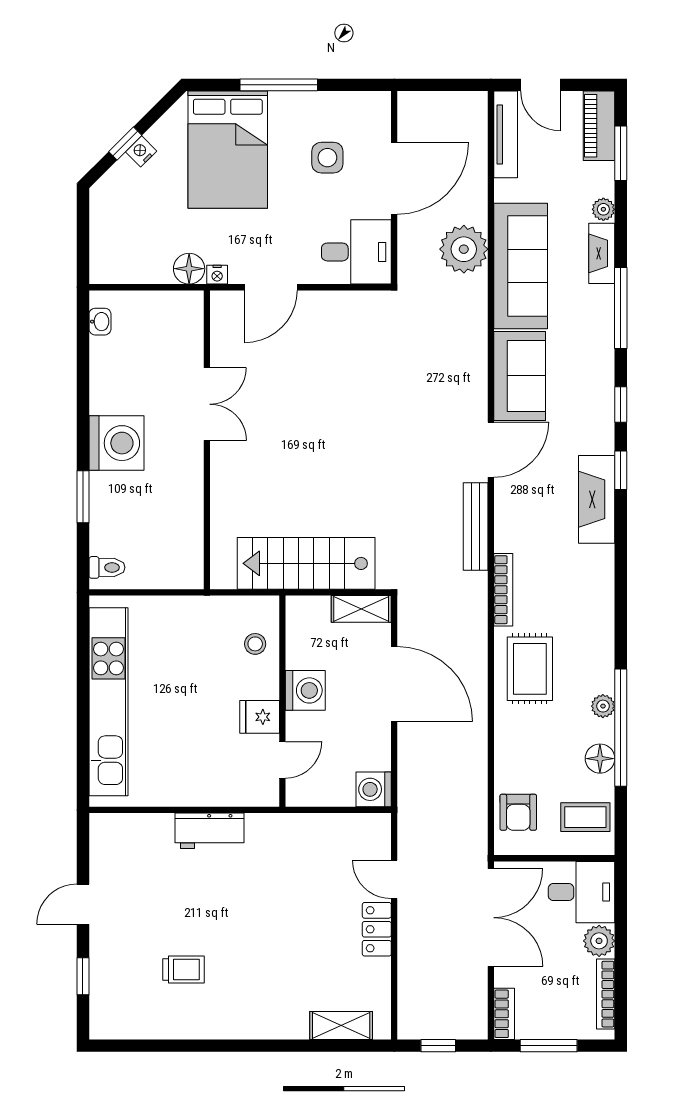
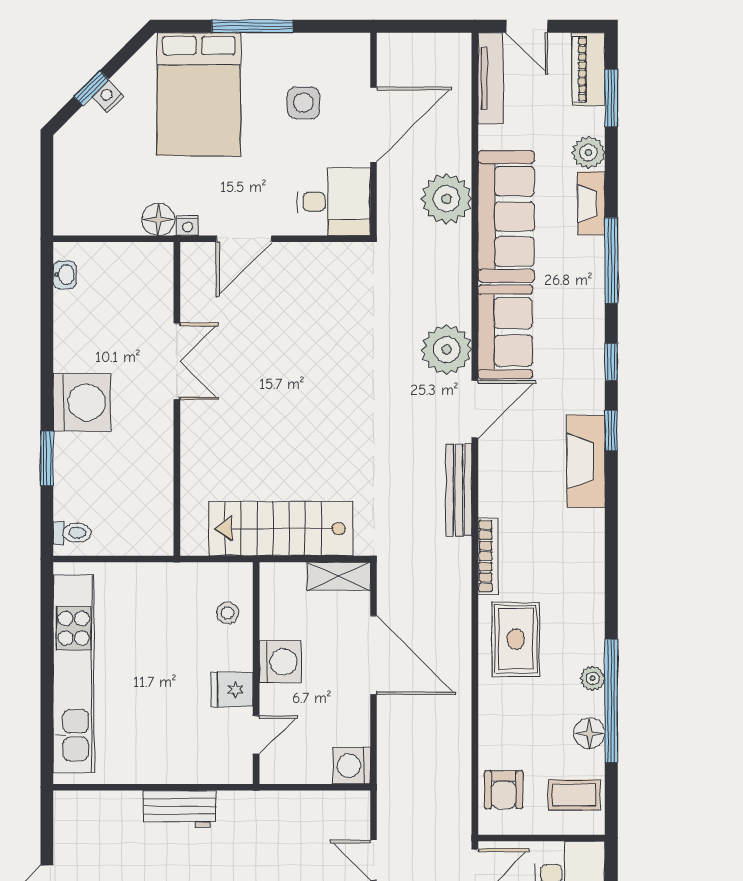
plant: (603, 209) -> (589, 152), width x1.38, depth x1.38
plant: (464, 393) -> (447, 350), added

